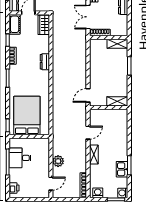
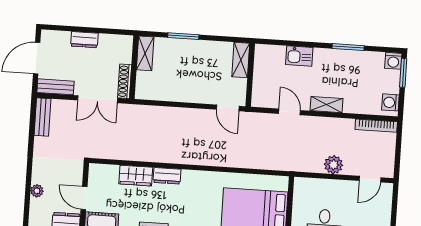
wardrobe: (44, 25) -> (136, 176), moved
kitchen sink: (122, 169) -> (299, 56), moved
door: (51, 184) -> (370, 179), swing flipped

